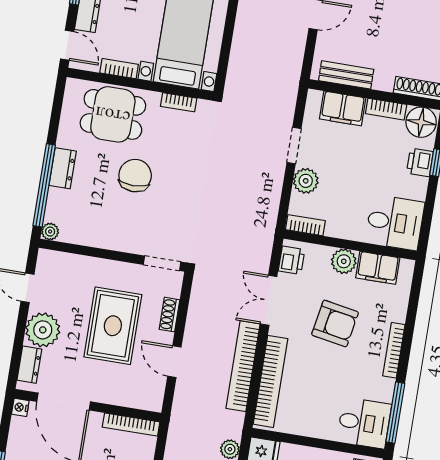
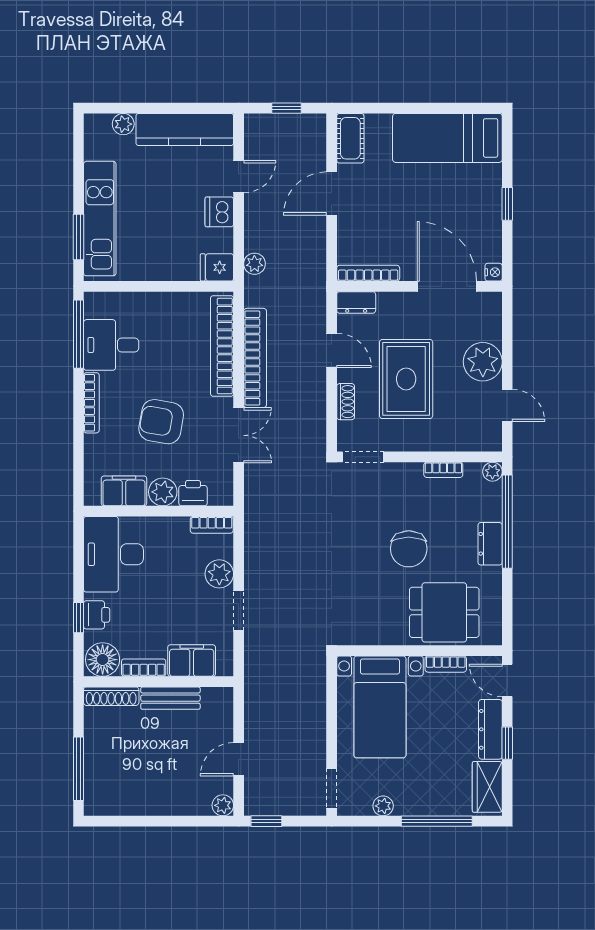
bench: (346, 75) -> (170, 698), moved
bookcase: (179, 102) -> (443, 470), moved, turned 180
desk: (395, 223) -> (113, 554), width x1.37
printer: (292, 260) -> (193, 493), moved, turned 90
dresser: (29, 365) -> (356, 302), moved, turned -90
desk: (364, 423) -> (111, 345), moved

